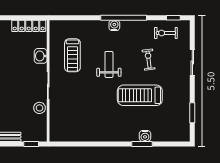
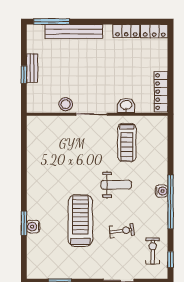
treadmill: (72, 55) -> (127, 142), turned -90
window: (31, 144) -> (24, 75), moved

